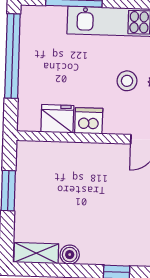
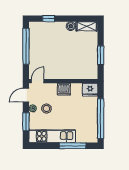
fridge: (57, 119) -> (90, 90), moved

